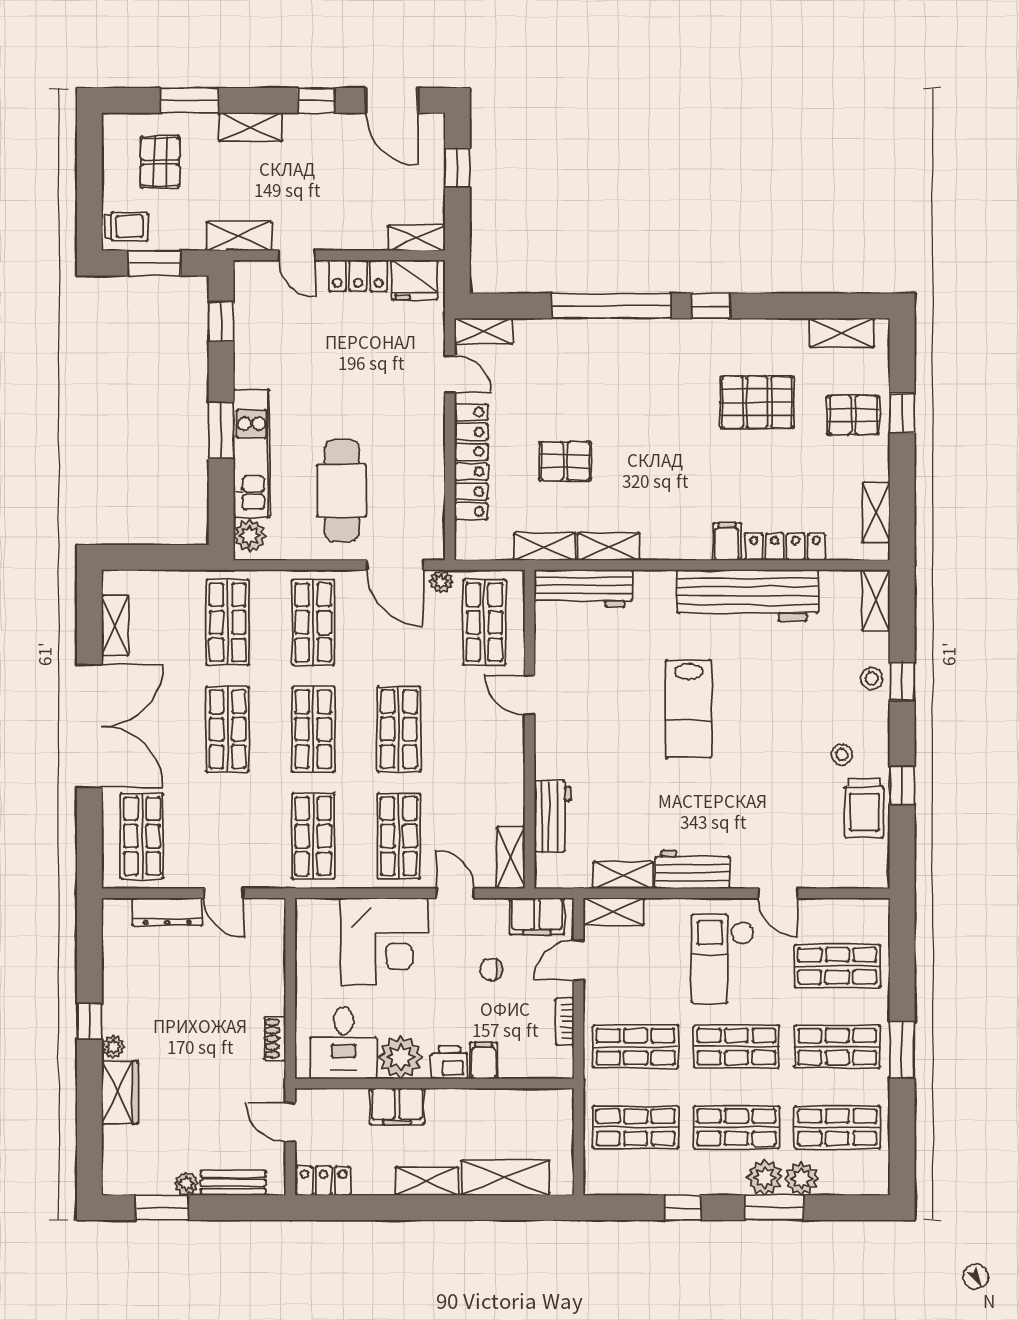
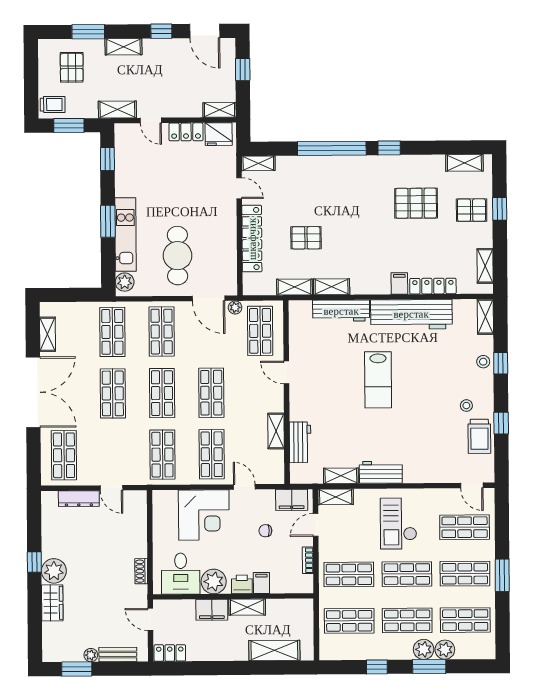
workbench: (583, 588) -> (341, 311), moved
shelving: (511, 858) -> (276, 431), moved
door: (778, 893) -> (472, 485), moved
plant: (113, 1047) -> (54, 571), width x1.87, depth x1.87
shelving: (427, 1181) -> (247, 607), moved

